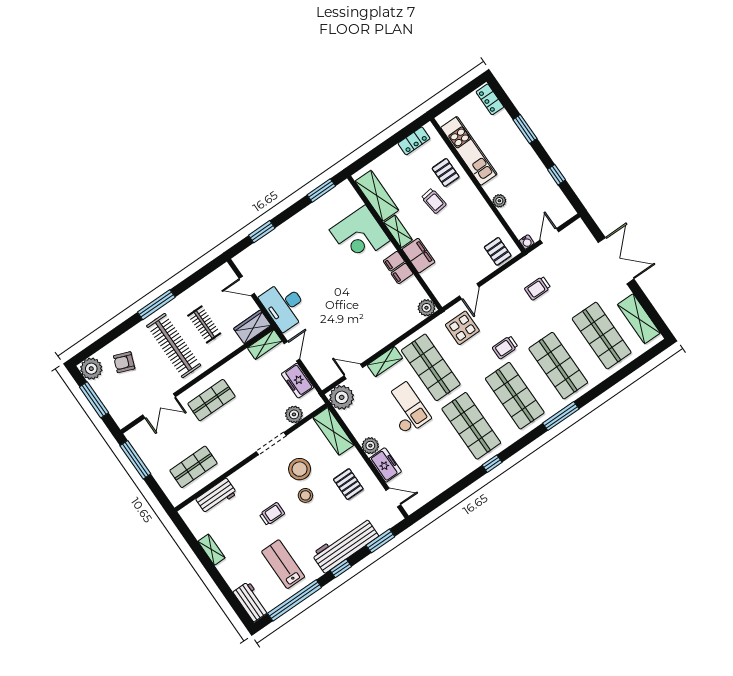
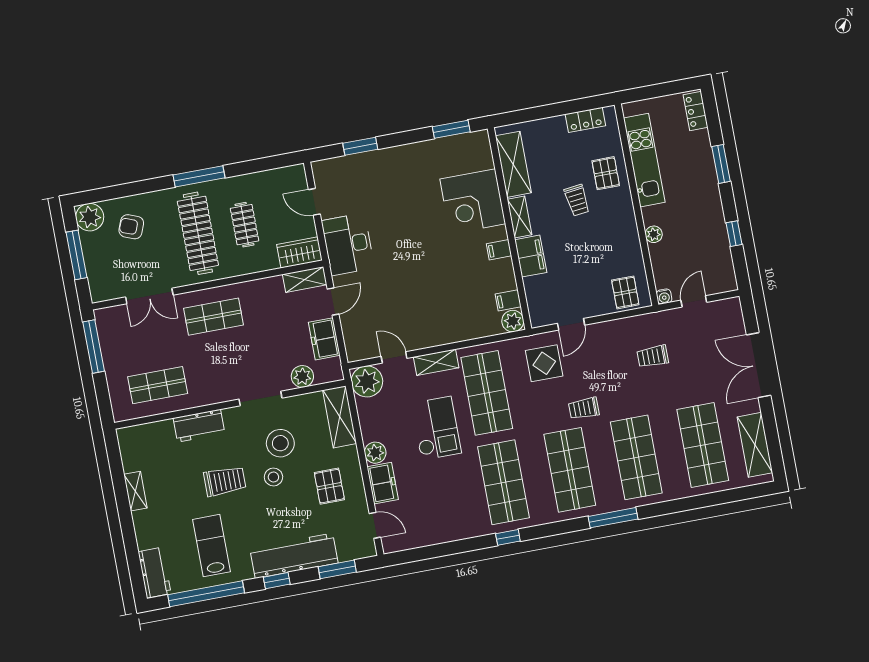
double door: (616, 261) -> (759, 365), swing flipped
filing cabinet: (402, 273) -> (508, 300), moved
workbench: (216, 496) -> (199, 426), moved
trolley: (272, 514) -> (225, 481), width x1.36, depth x1.39

